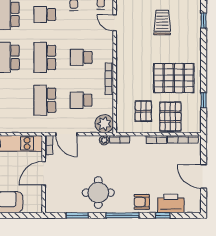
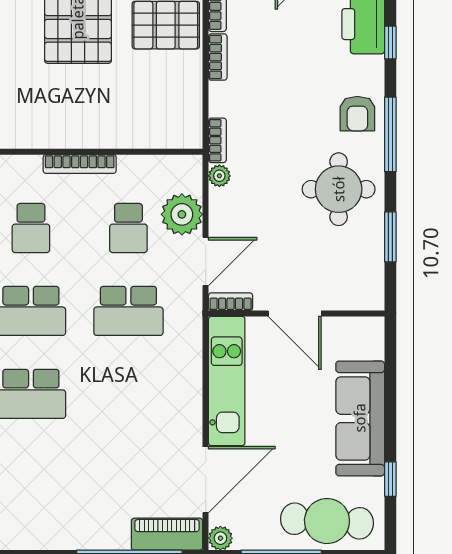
pallet: (143, 111) -> (153, 87), removed
plant: (104, 124) -> (182, 214), moved
armchair: (142, 202) -> (357, 114), moved

